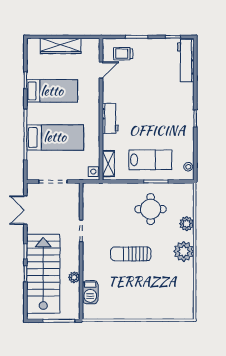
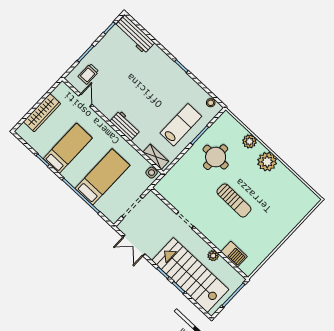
sun lounger: (131, 254) -> (234, 200), turned -89

